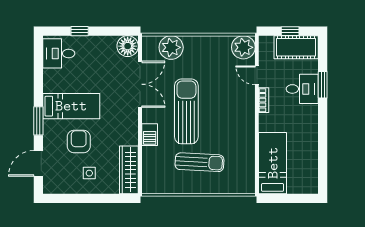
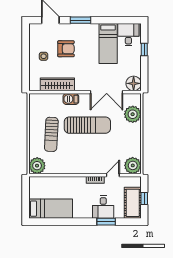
bed: (71, 106) -> (108, 43), moved
bed: (273, 163) -> (51, 209), moved
wardrobe: (129, 170) -> (57, 84), moved
plant: (244, 182) -> (37, 166), added

